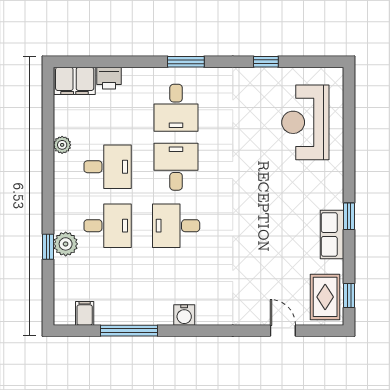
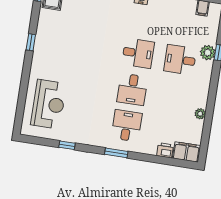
desk: (108, 167) -> (174, 96), removed
row of seats: (332, 234) -> (43, 33), removed

